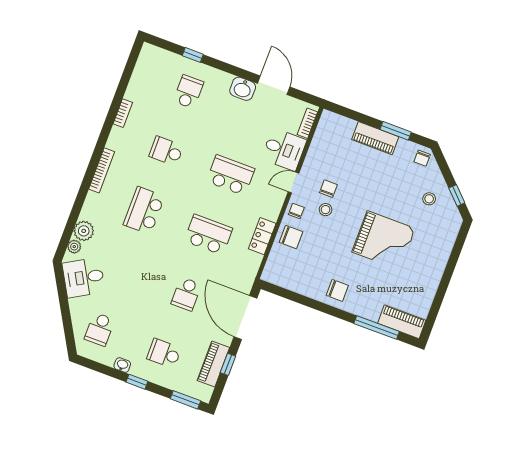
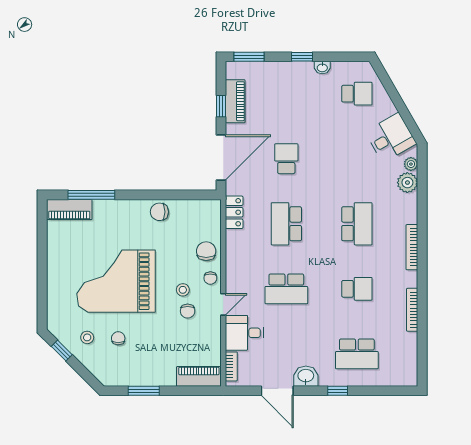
window: (193, 55) -> (338, 391), moved
school desk: (188, 92) -> (357, 354), width x1.85
bookcase: (123, 113) -> (412, 310), width x1.56
piano: (375, 138) -> (199, 376), moved
chair: (422, 158) -> (118, 338), moved
school desk: (208, 235) -> (286, 224), turned 90
locker: (262, 236) -> (234, 212), moved
chair: (291, 237) -> (206, 251), turned 90
grand piano: (384, 240) -> (116, 281), width x1.37, depth x1.48
chair: (337, 290) -> (159, 212), moved
door: (245, 317) -> (221, 158), hinge flipped
school desk: (100, 329) -> (357, 94), turned 90
school desk: (164, 353) -> (286, 94), removed

